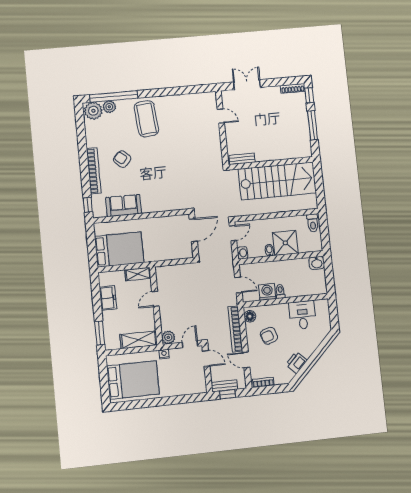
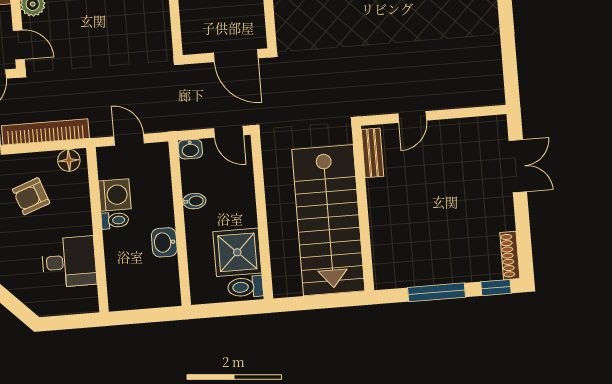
door: (221, 116) -> (412, 117), moved
shower: (285, 243) -> (237, 252), moved
washbasin: (317, 263) -> (164, 242), moved
door: (238, 285) -> (129, 140), swing flipped
armchair: (269, 336) -> (31, 196), turned -91

